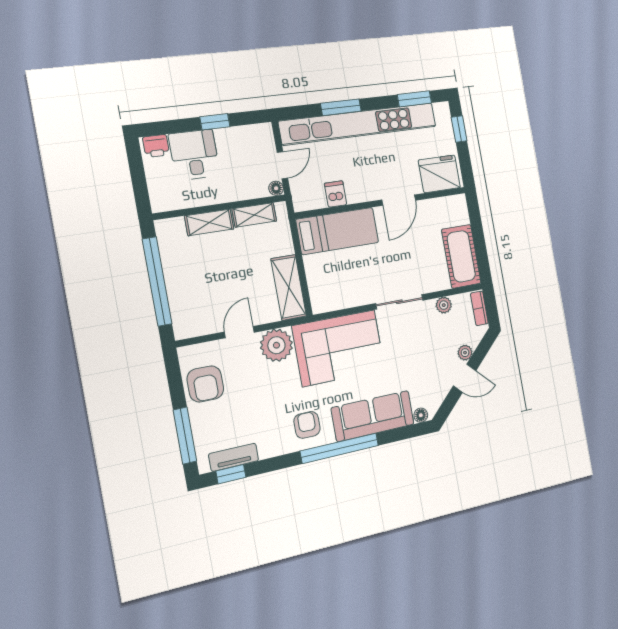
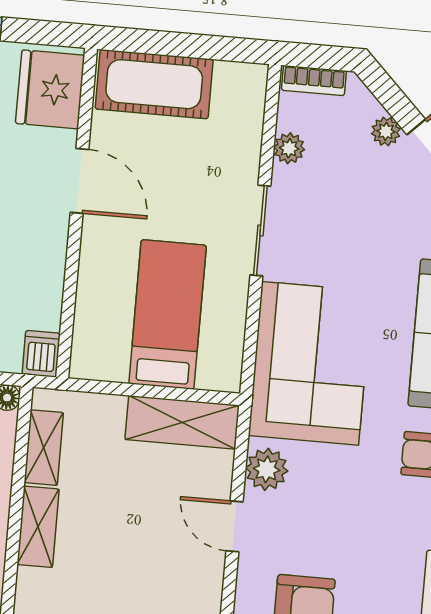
dishwasher: (336, 194) -> (41, 354), moved, turned 90
bed: (338, 231) -> (168, 314), moved
cot: (461, 256) -> (154, 84), moved
plant: (276, 345) -> (267, 469), width x0.73, depth x0.73

